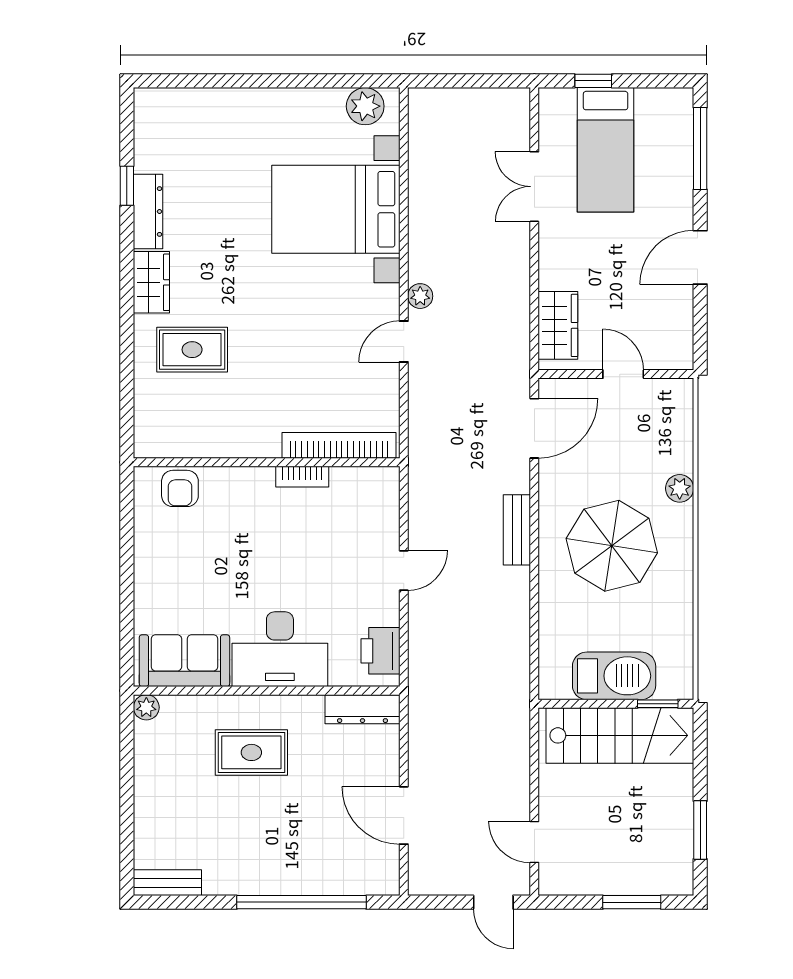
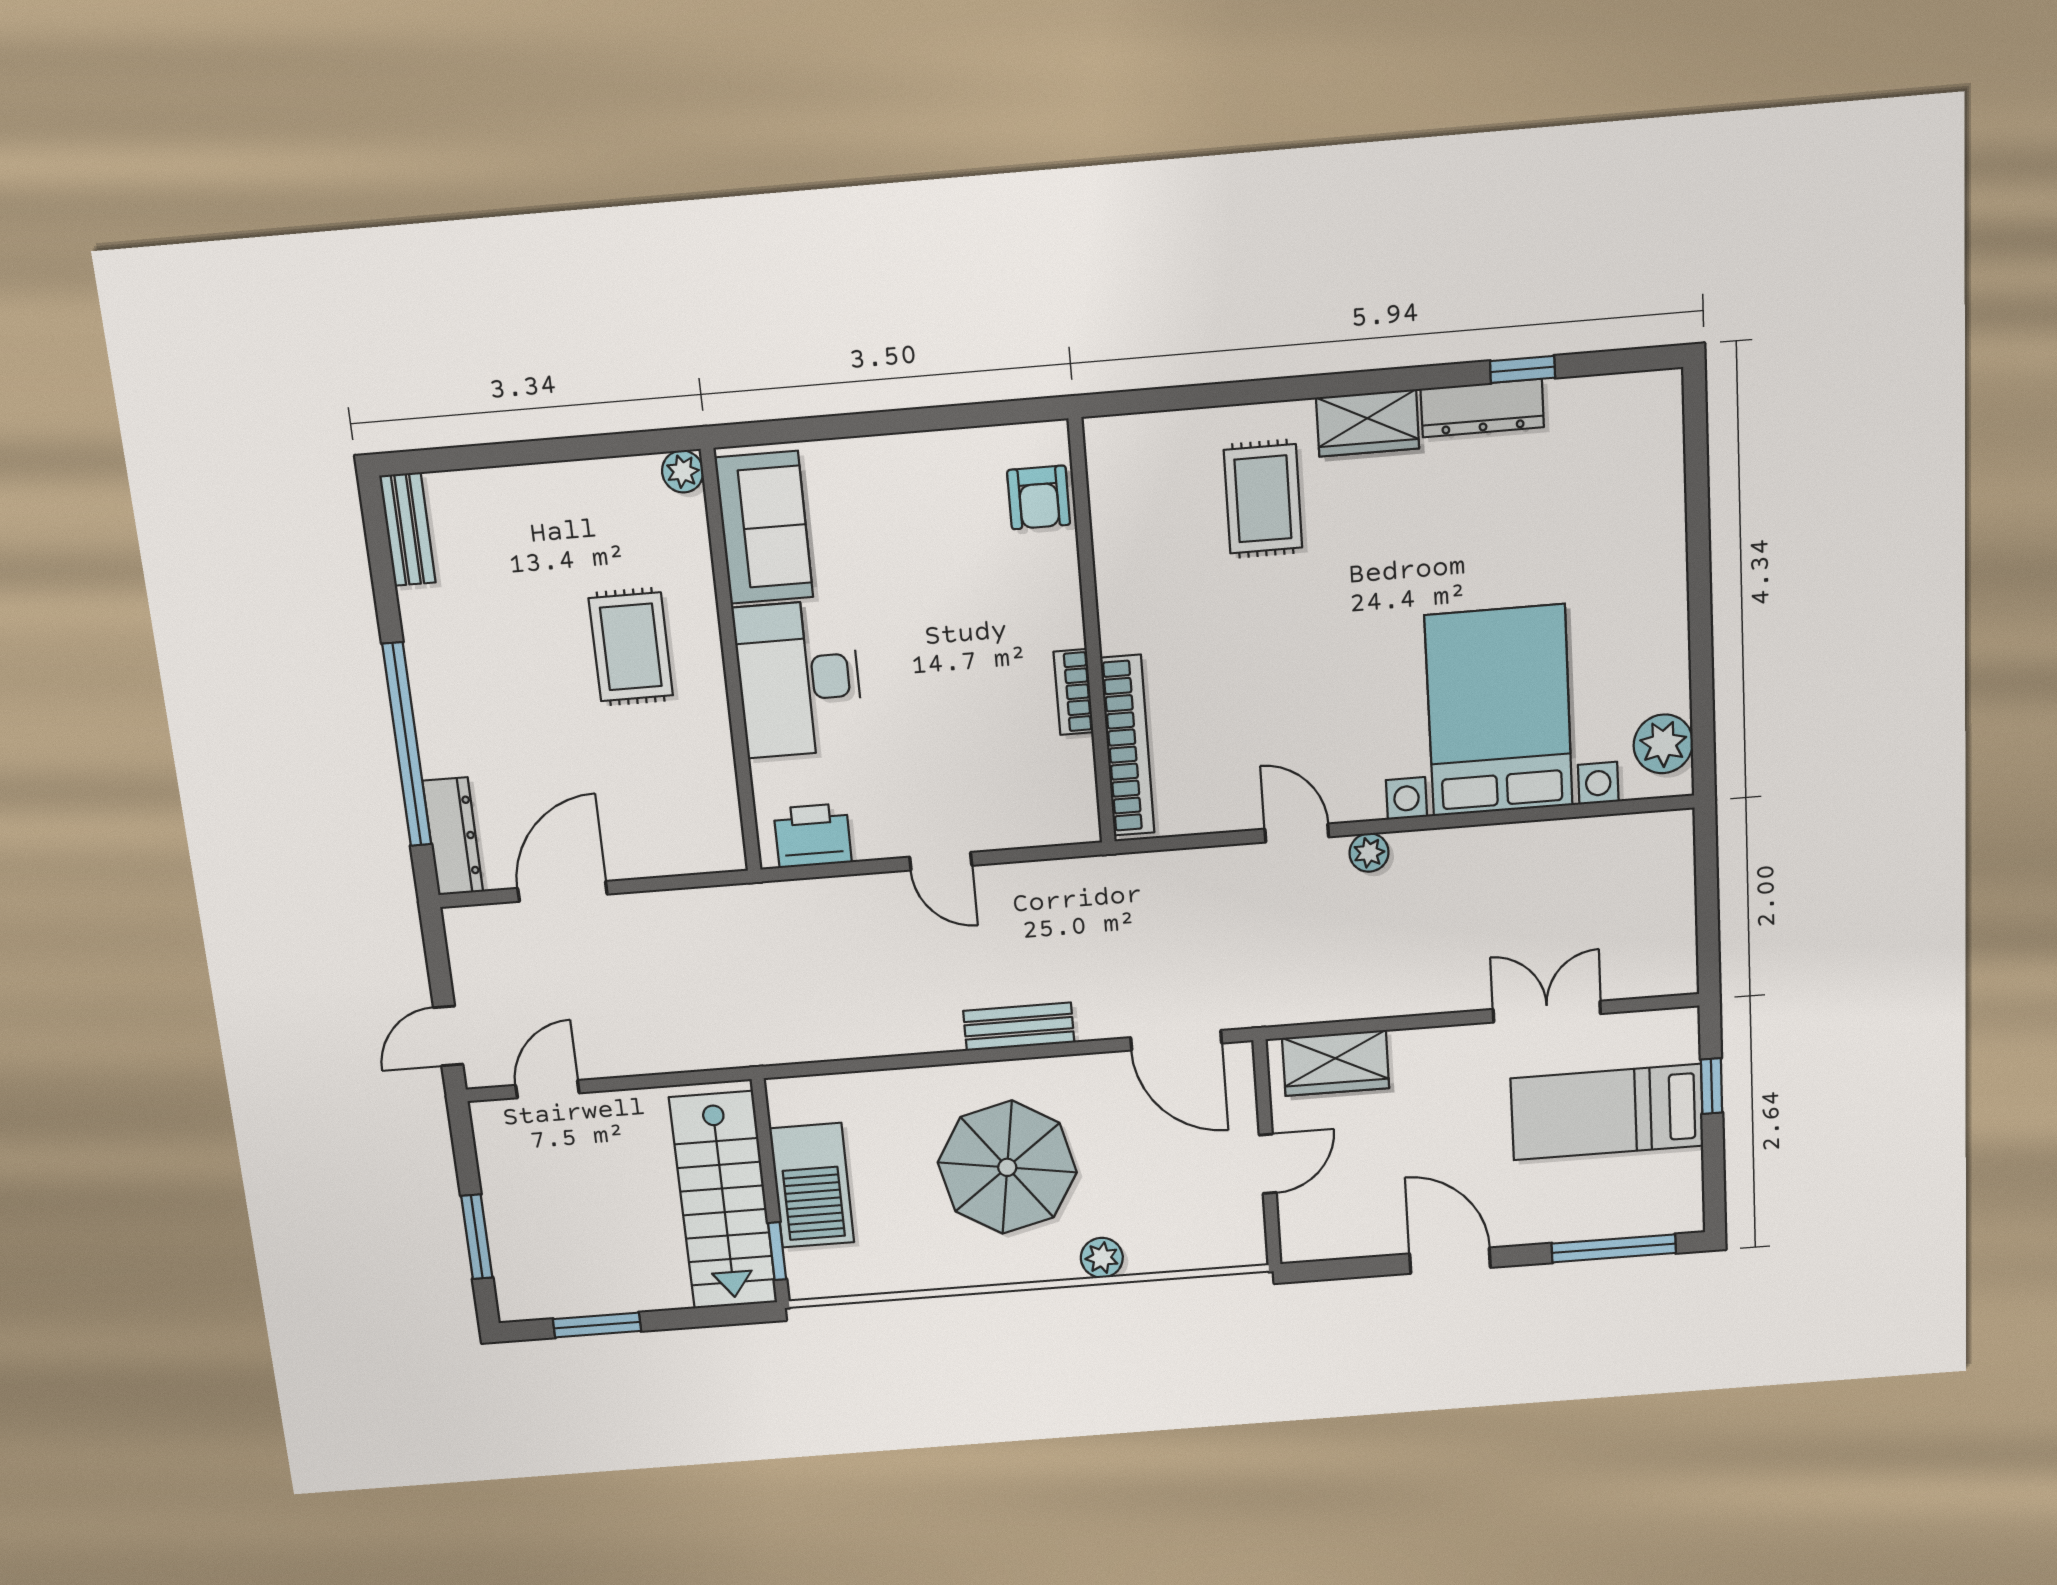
armchair: (180, 488) -> (1039, 497), turned -90
dresser: (362, 709) -> (453, 836), moved, turned 180

